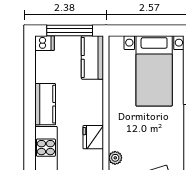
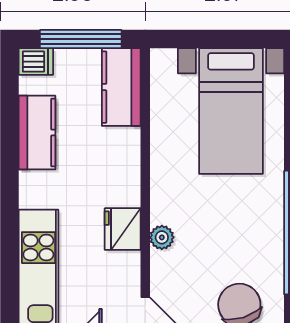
kitchen counter: (45, 104) -> (37, 133), moved
plant: (115, 158) -> (162, 237), moved

